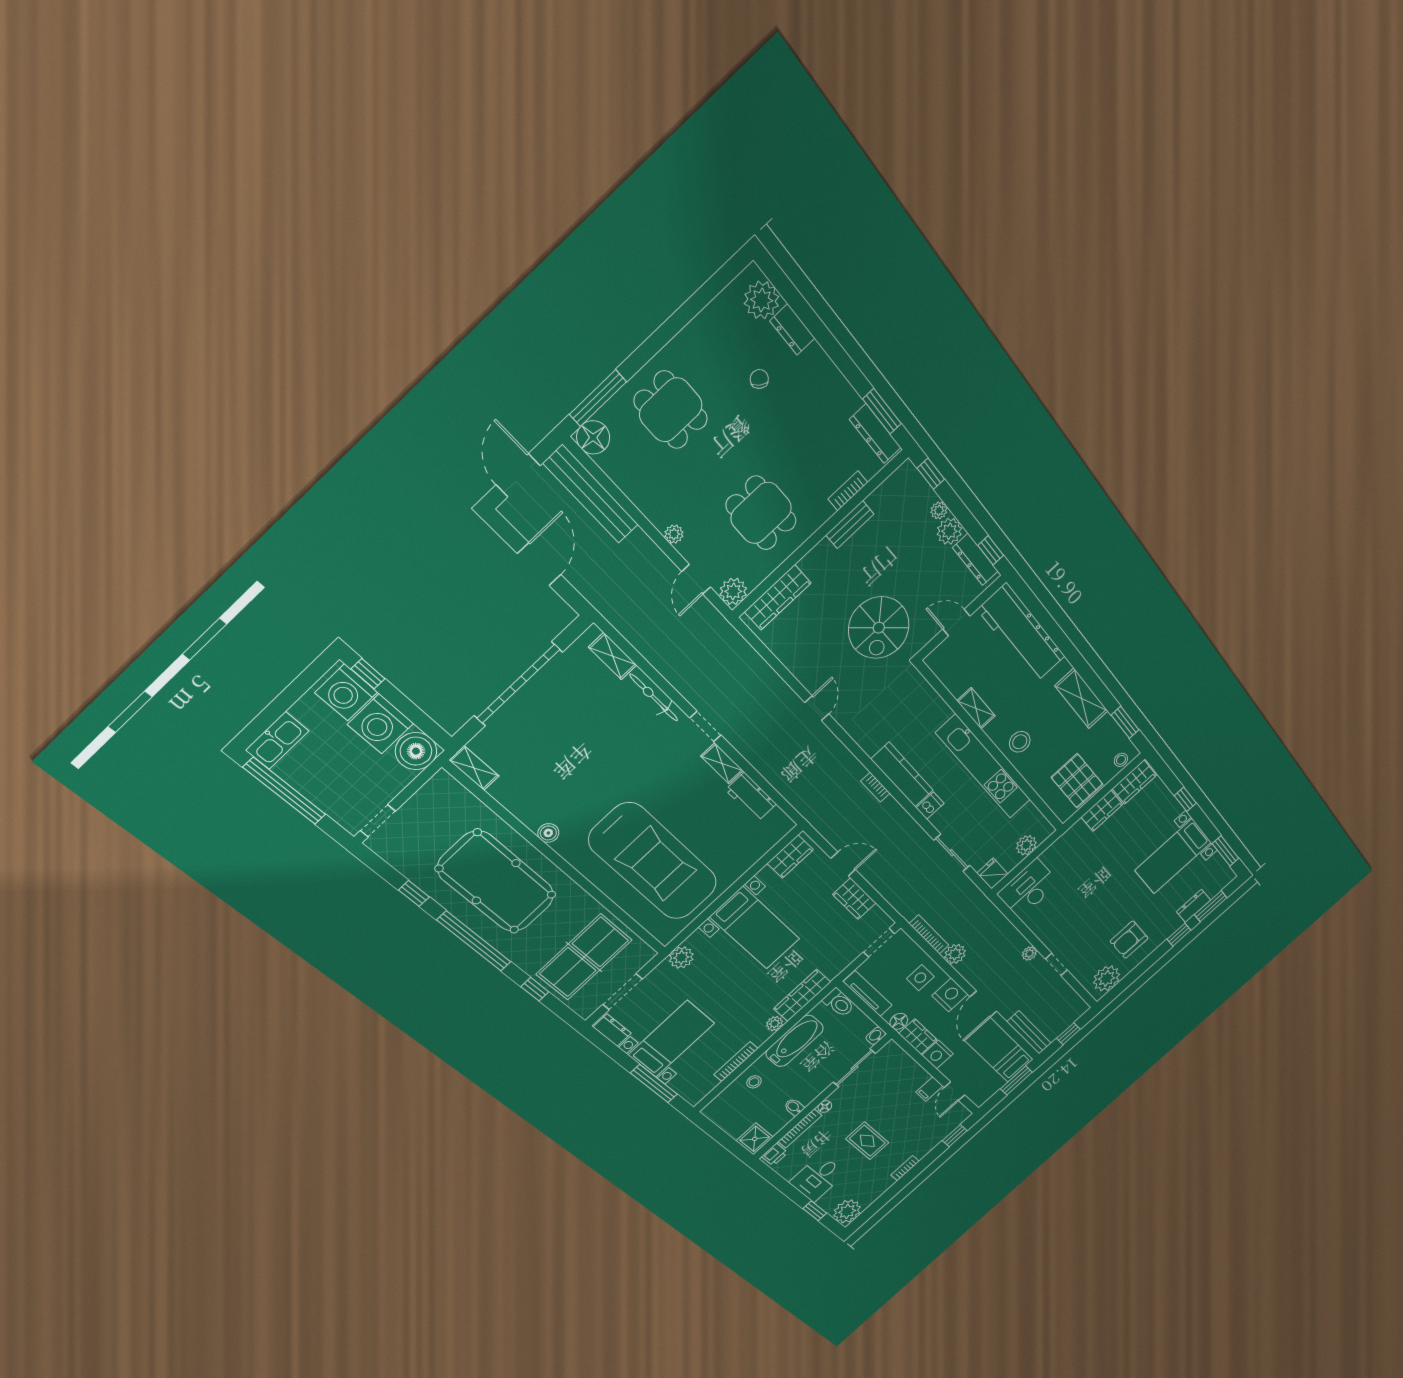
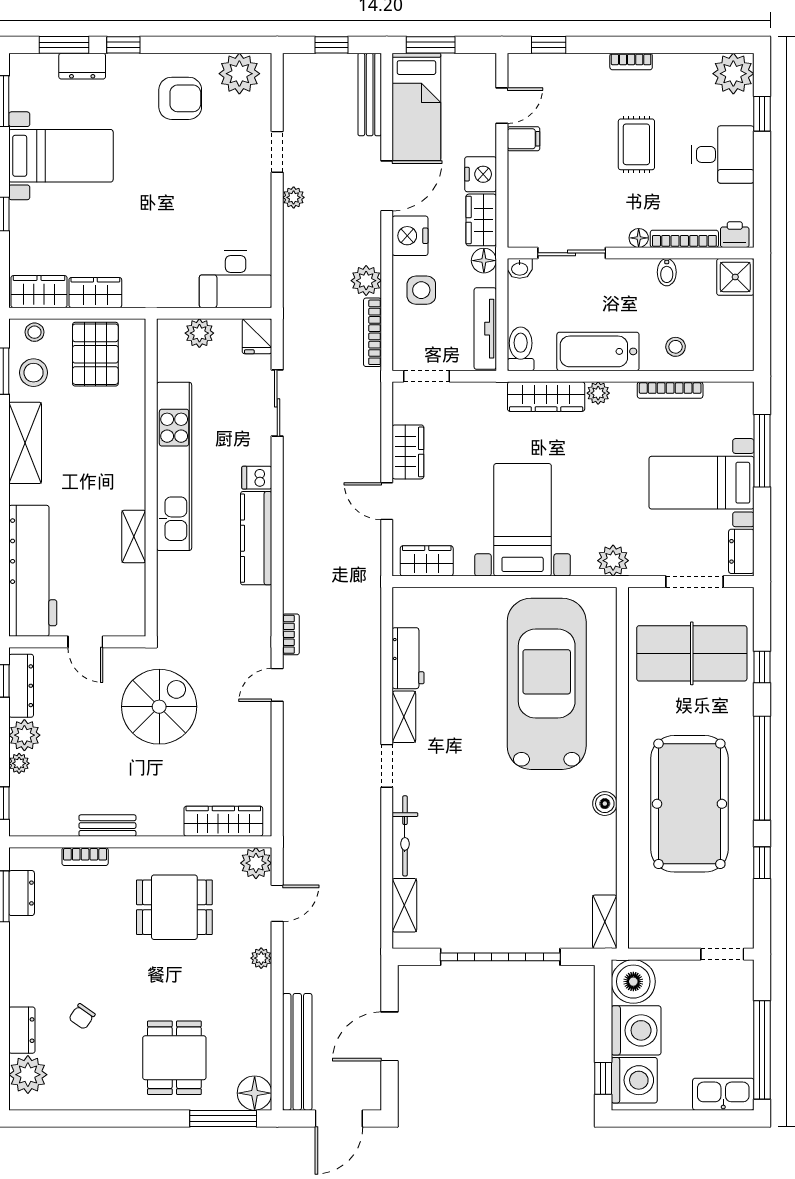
dresser: (875, 434) -> (22, 893), width x0.70
dining table: (761, 513) -> (174, 907), turned 90
stool: (1020, 742) -> (34, 373), moved
bookcase: (875, 787) -> (291, 634), moved

